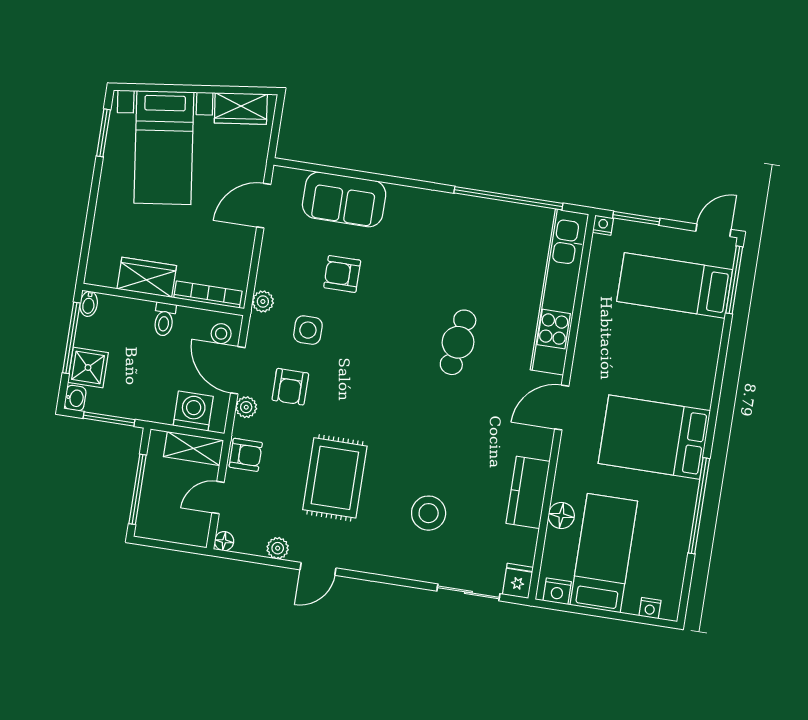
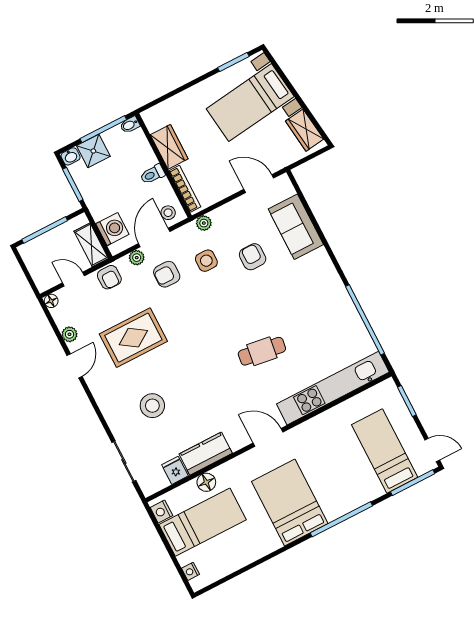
nightstand: (603, 225) -> (389, 385), removed
window: (699, 506) -> (341, 519), moved
door: (318, 569) -> (75, 366), swing flipped
fridge: (518, 581) -> (175, 470), moved, turned -90

